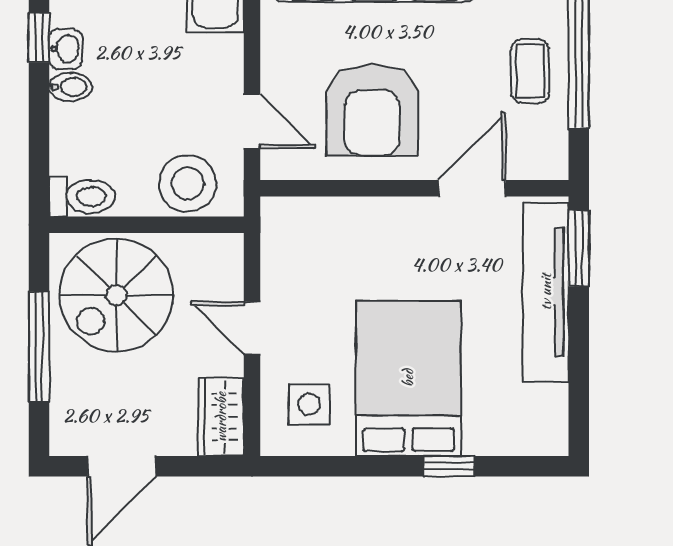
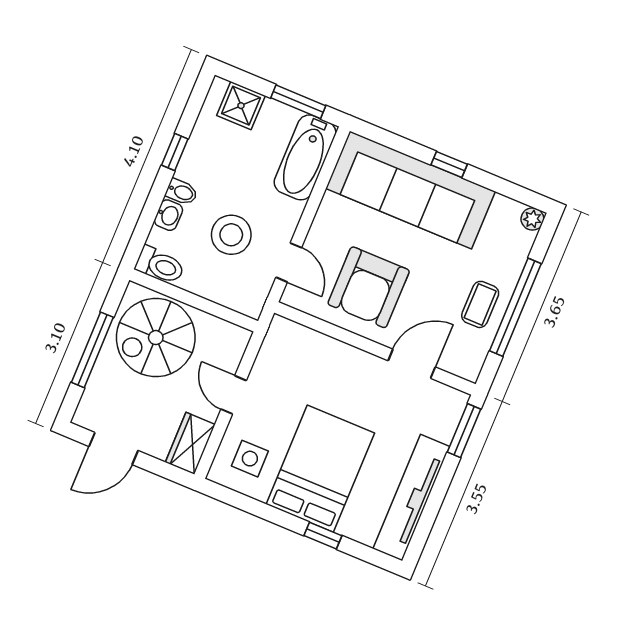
washbasin: (66, 49) -> (168, 215), moved
stool: (188, 183) -> (231, 235), moved
tv unit: (546, 292) -> (411, 498), moved

